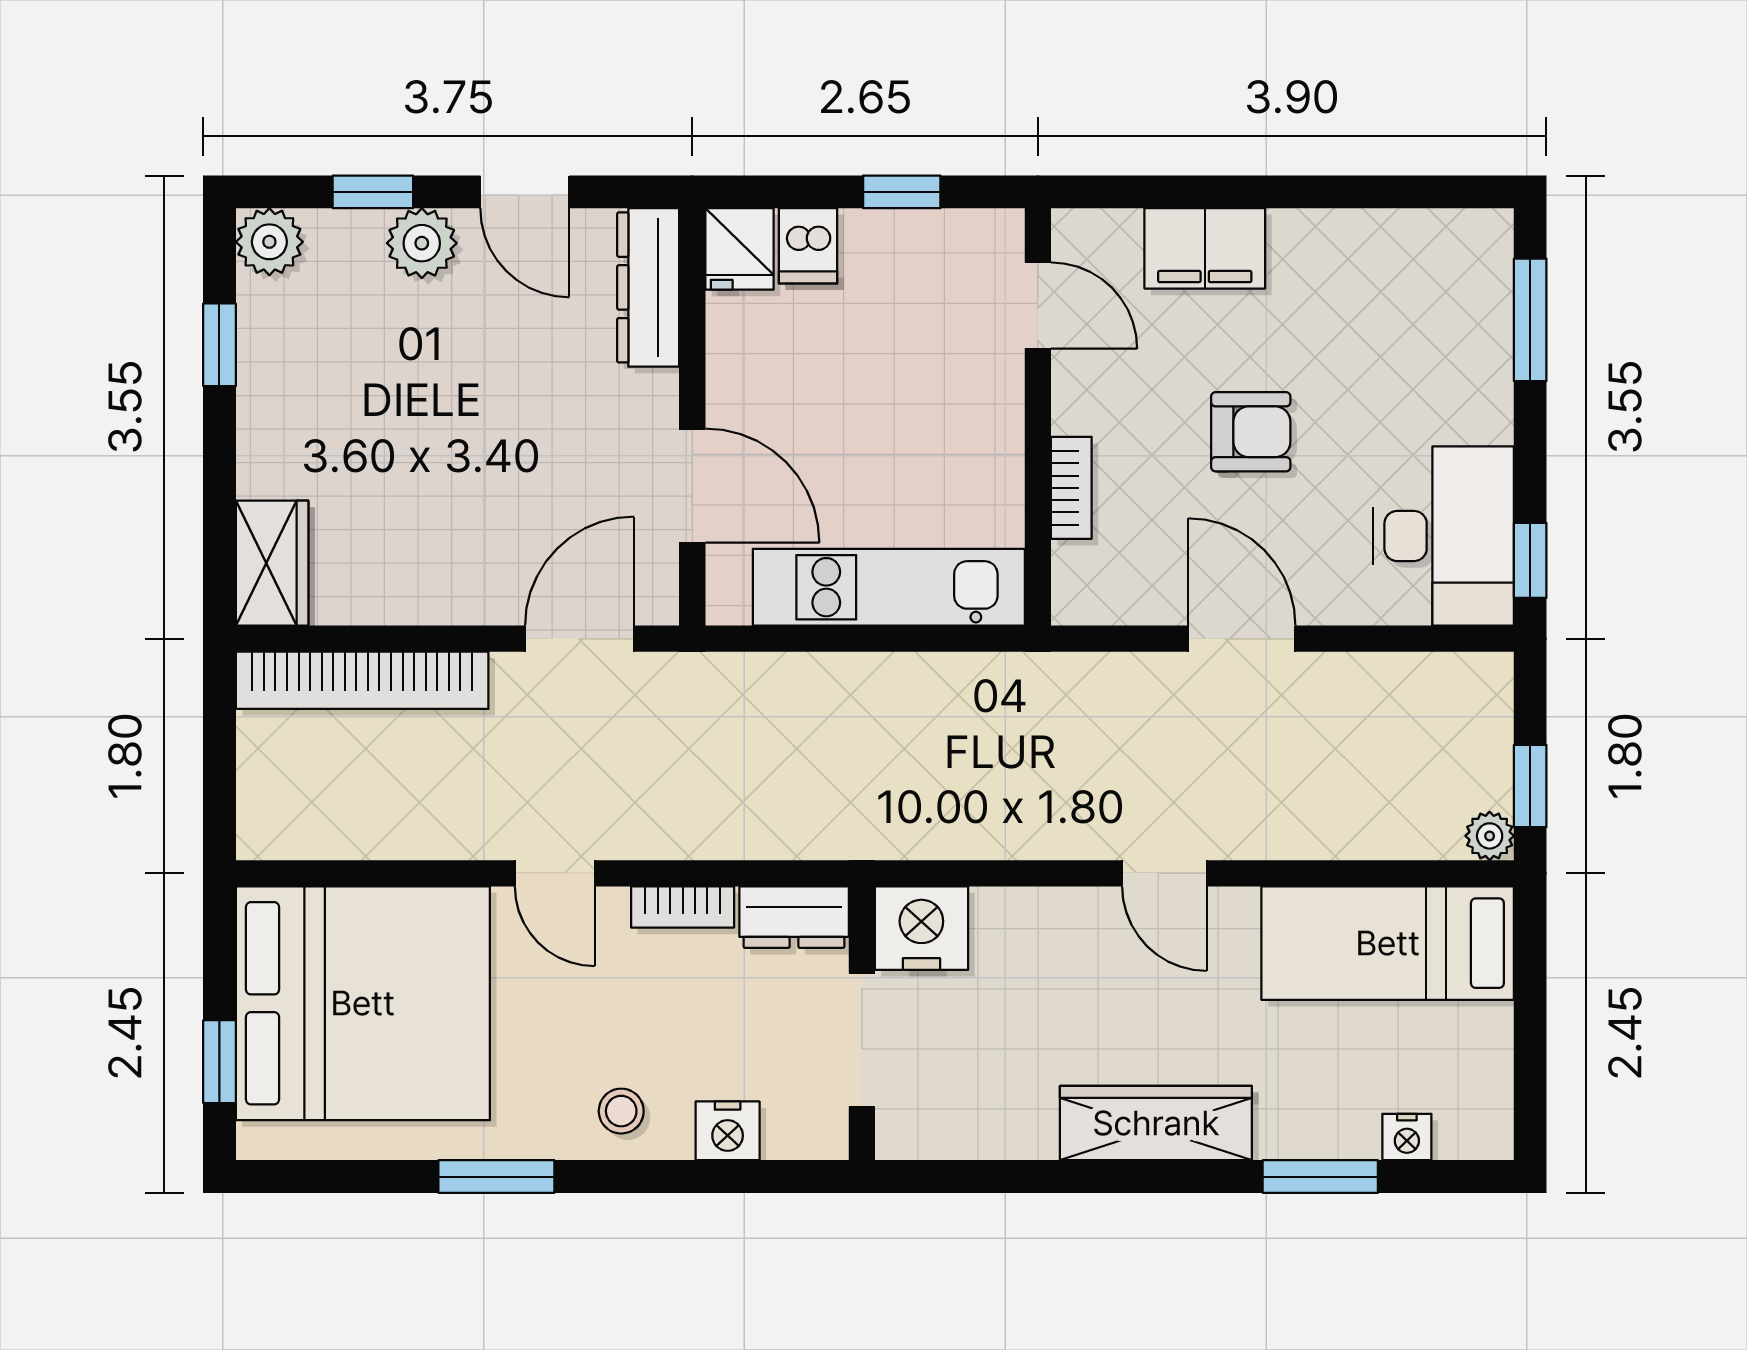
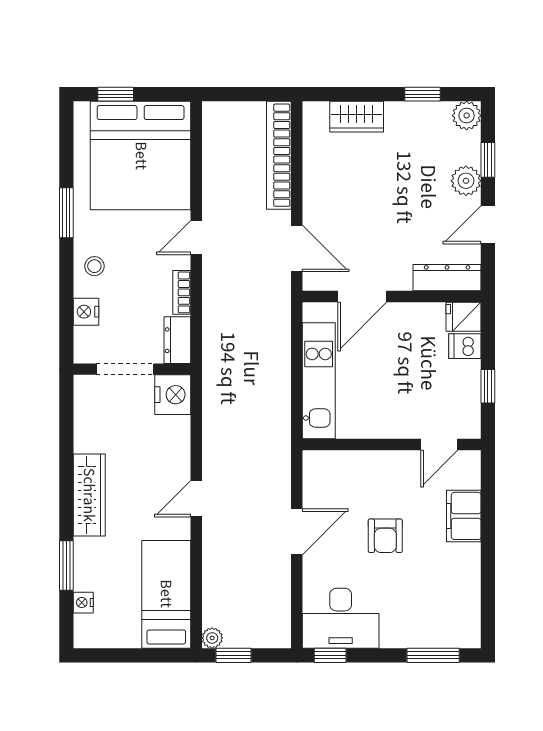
bookcase: (1071, 488) -> (361, 459), removed
wardrobe: (272, 563) -> (357, 117), moved

